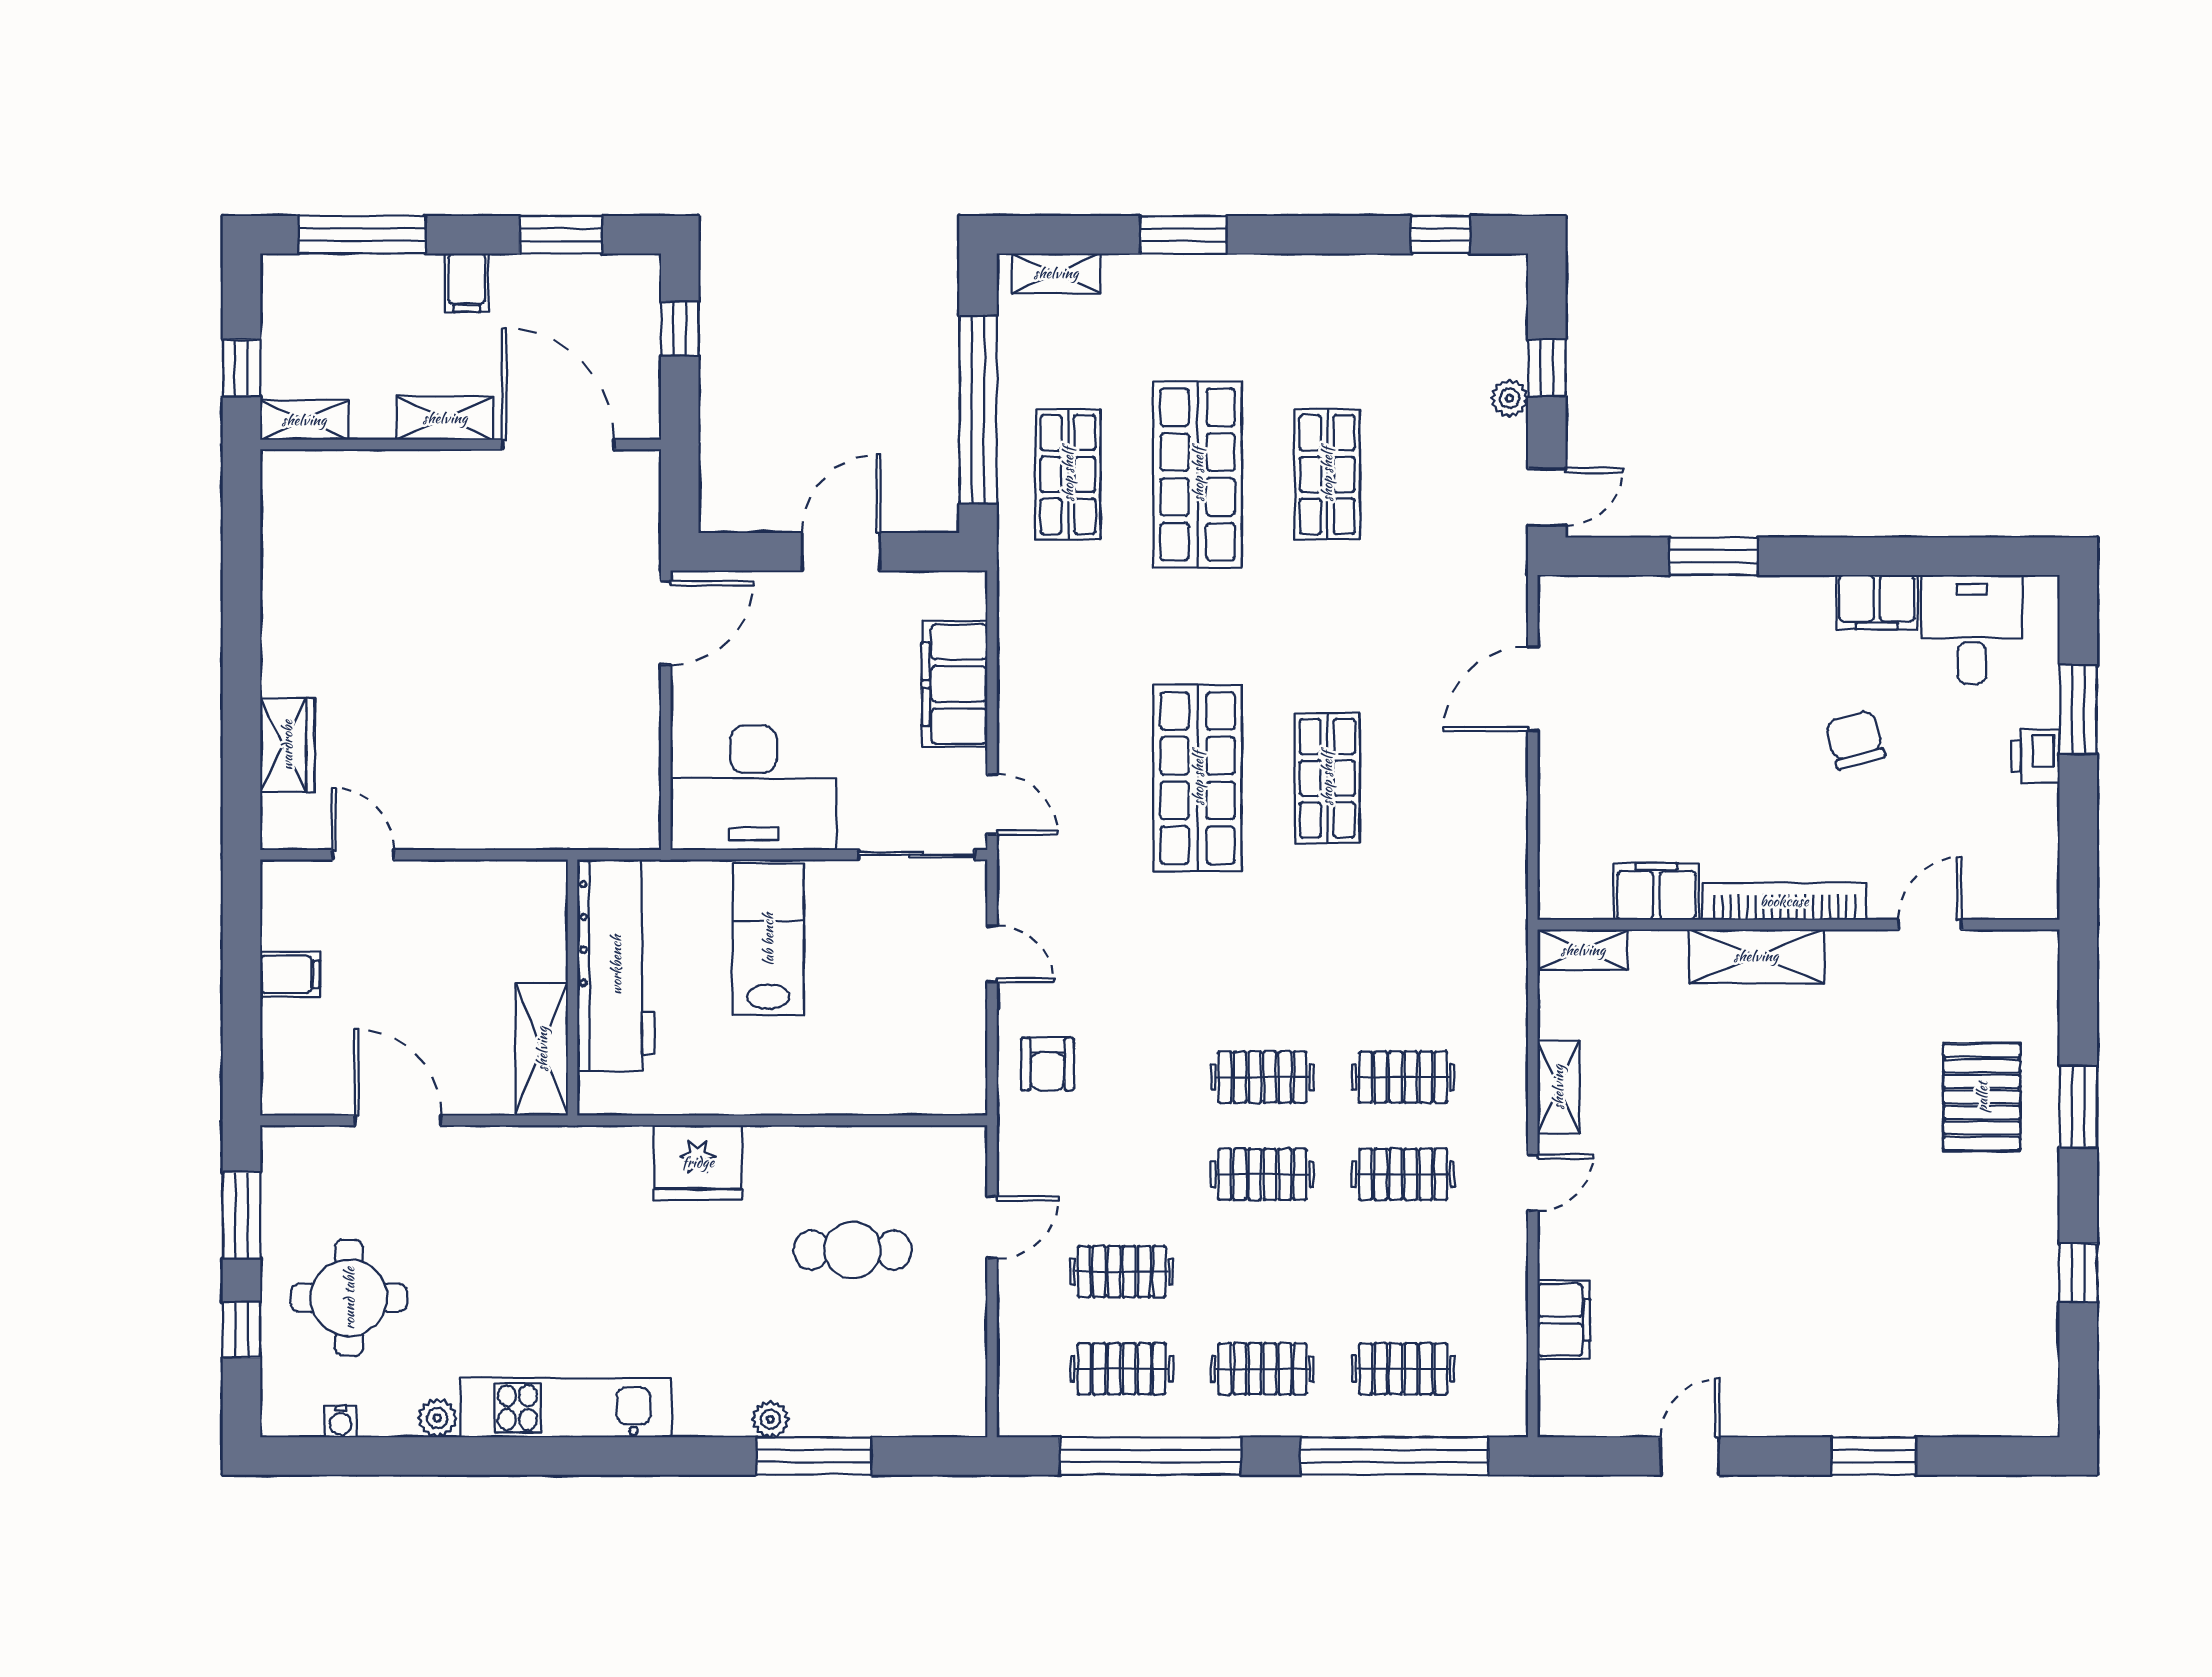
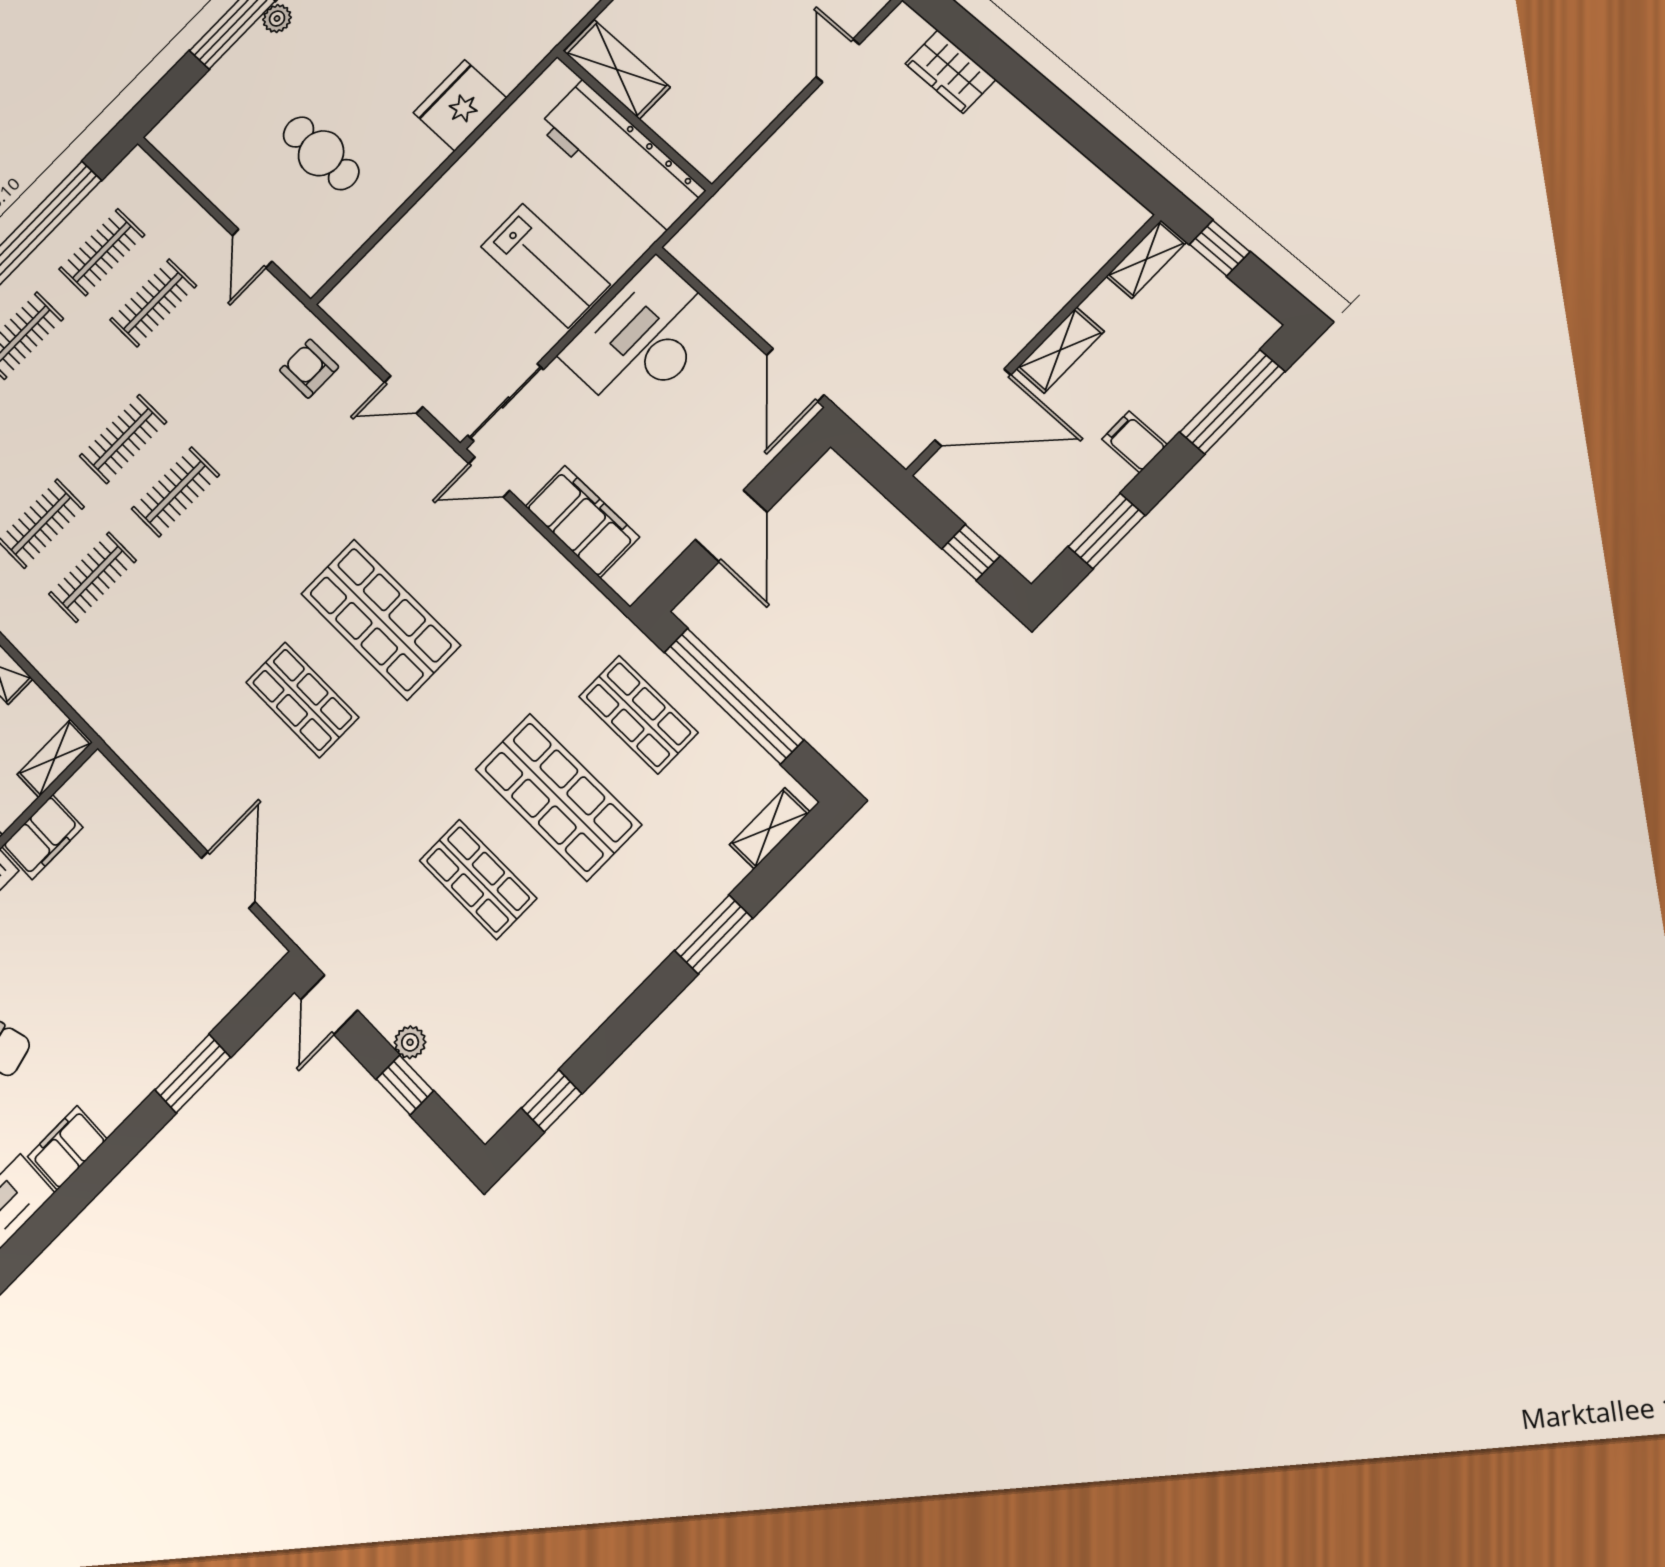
door: (363, 855) -> (838, 61), swing flipped
cafe table: (853, 1250) -> (321, 153), turned 90

